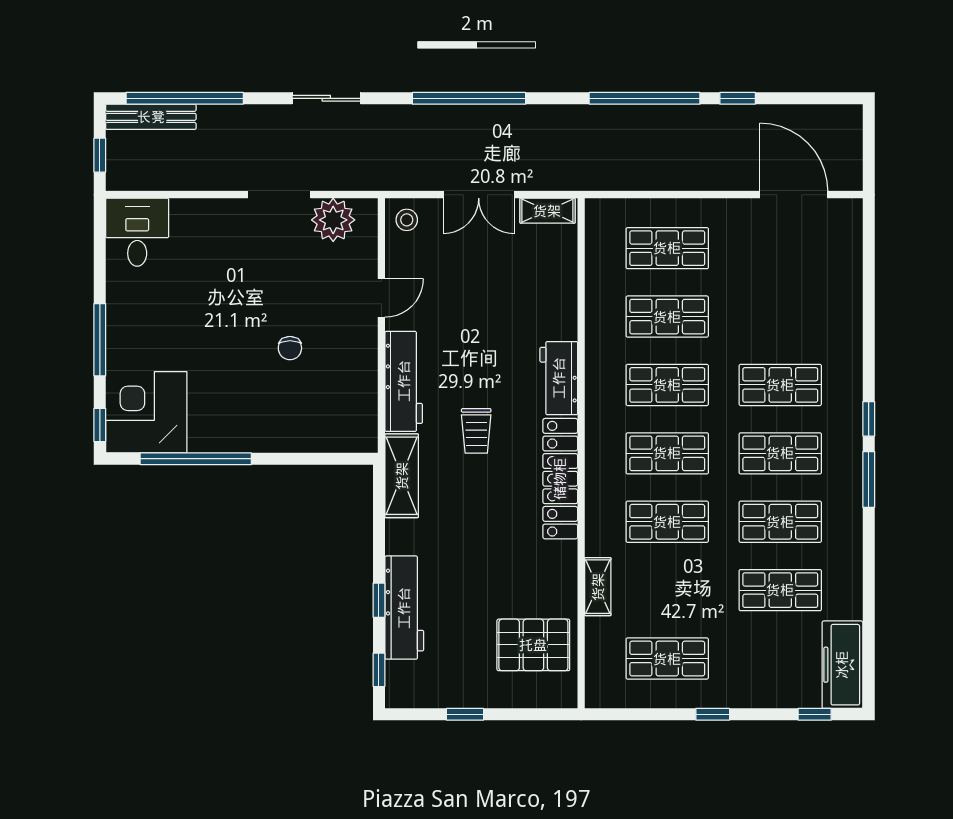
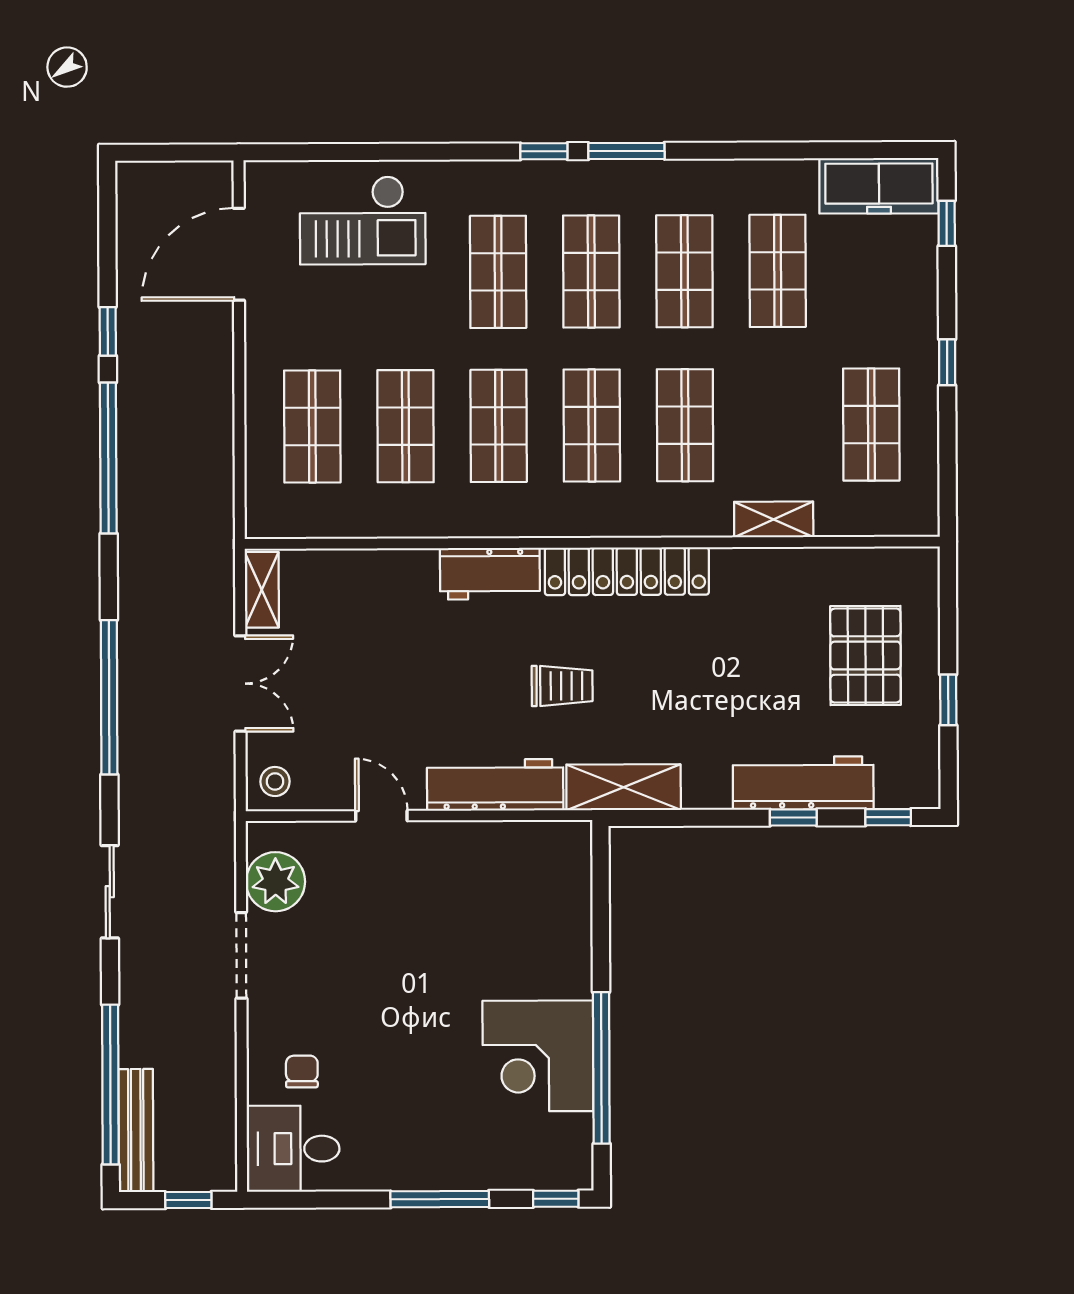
checkout: (819, 286) -> (363, 220), added
chair: (290, 348) -> (302, 1072), moved, turned -90
corner desk: (146, 412) -> (538, 1056), moved
pallet: (533, 645) -> (865, 656), moved

